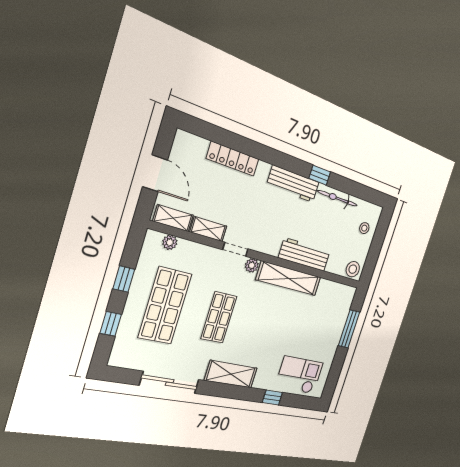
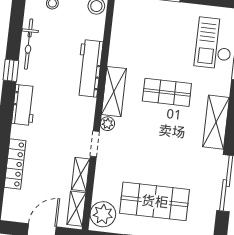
workbench: (293, 184) -> (24, 105), width x0.73
plant: (170, 242) -> (103, 214), width x1.87, depth x1.87
shelving: (289, 278) -> (114, 92), width x0.68
shop shelf: (219, 317) -> (167, 92), moved

